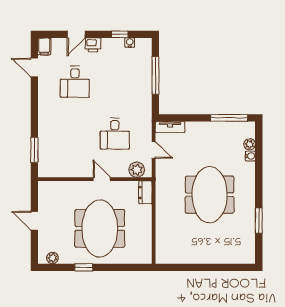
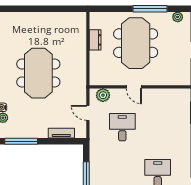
tv unit: (170, 127) -> (61, 133), moved
dresser: (145, 192) -> (95, 40), moved
window: (84, 267) -> (150, 9), width x2.17

